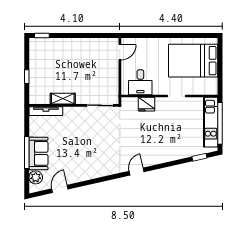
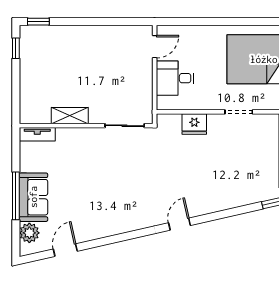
window: (27, 77) -> (16, 48), moved
desk: (140, 82) -> (175, 78), moved, turned 90
tv unit: (46, 111) -> (37, 134), width x0.71

